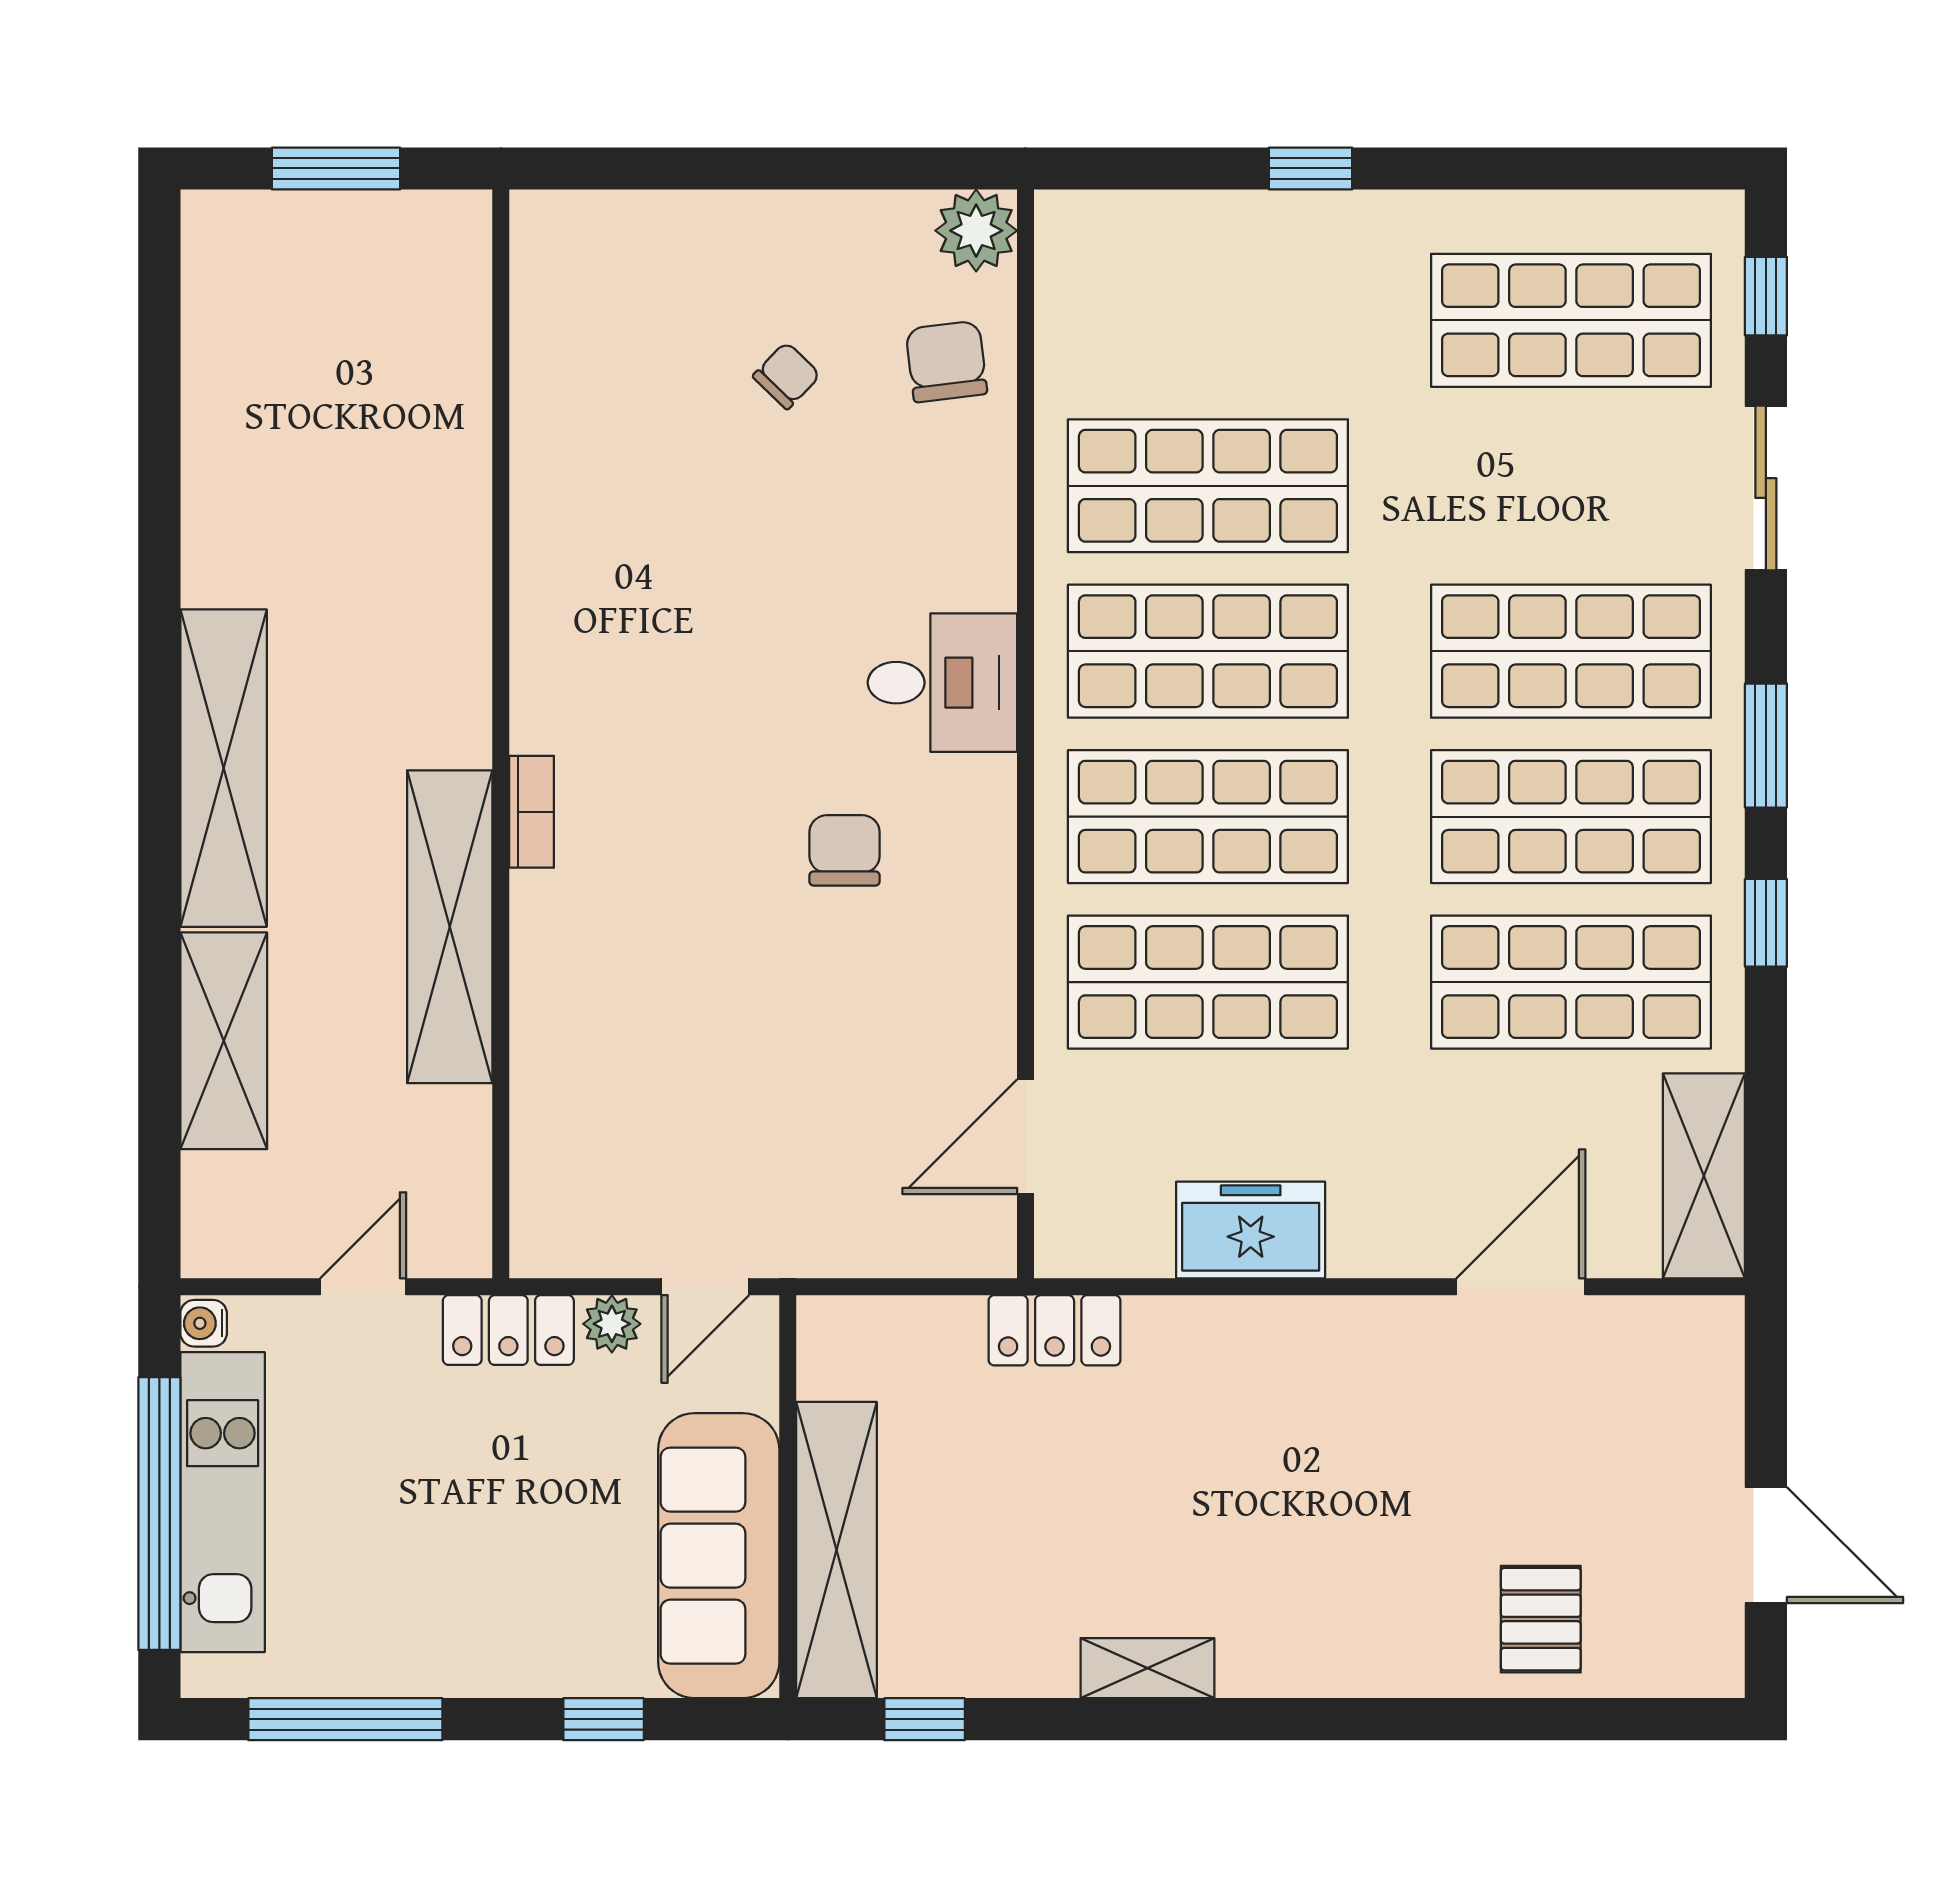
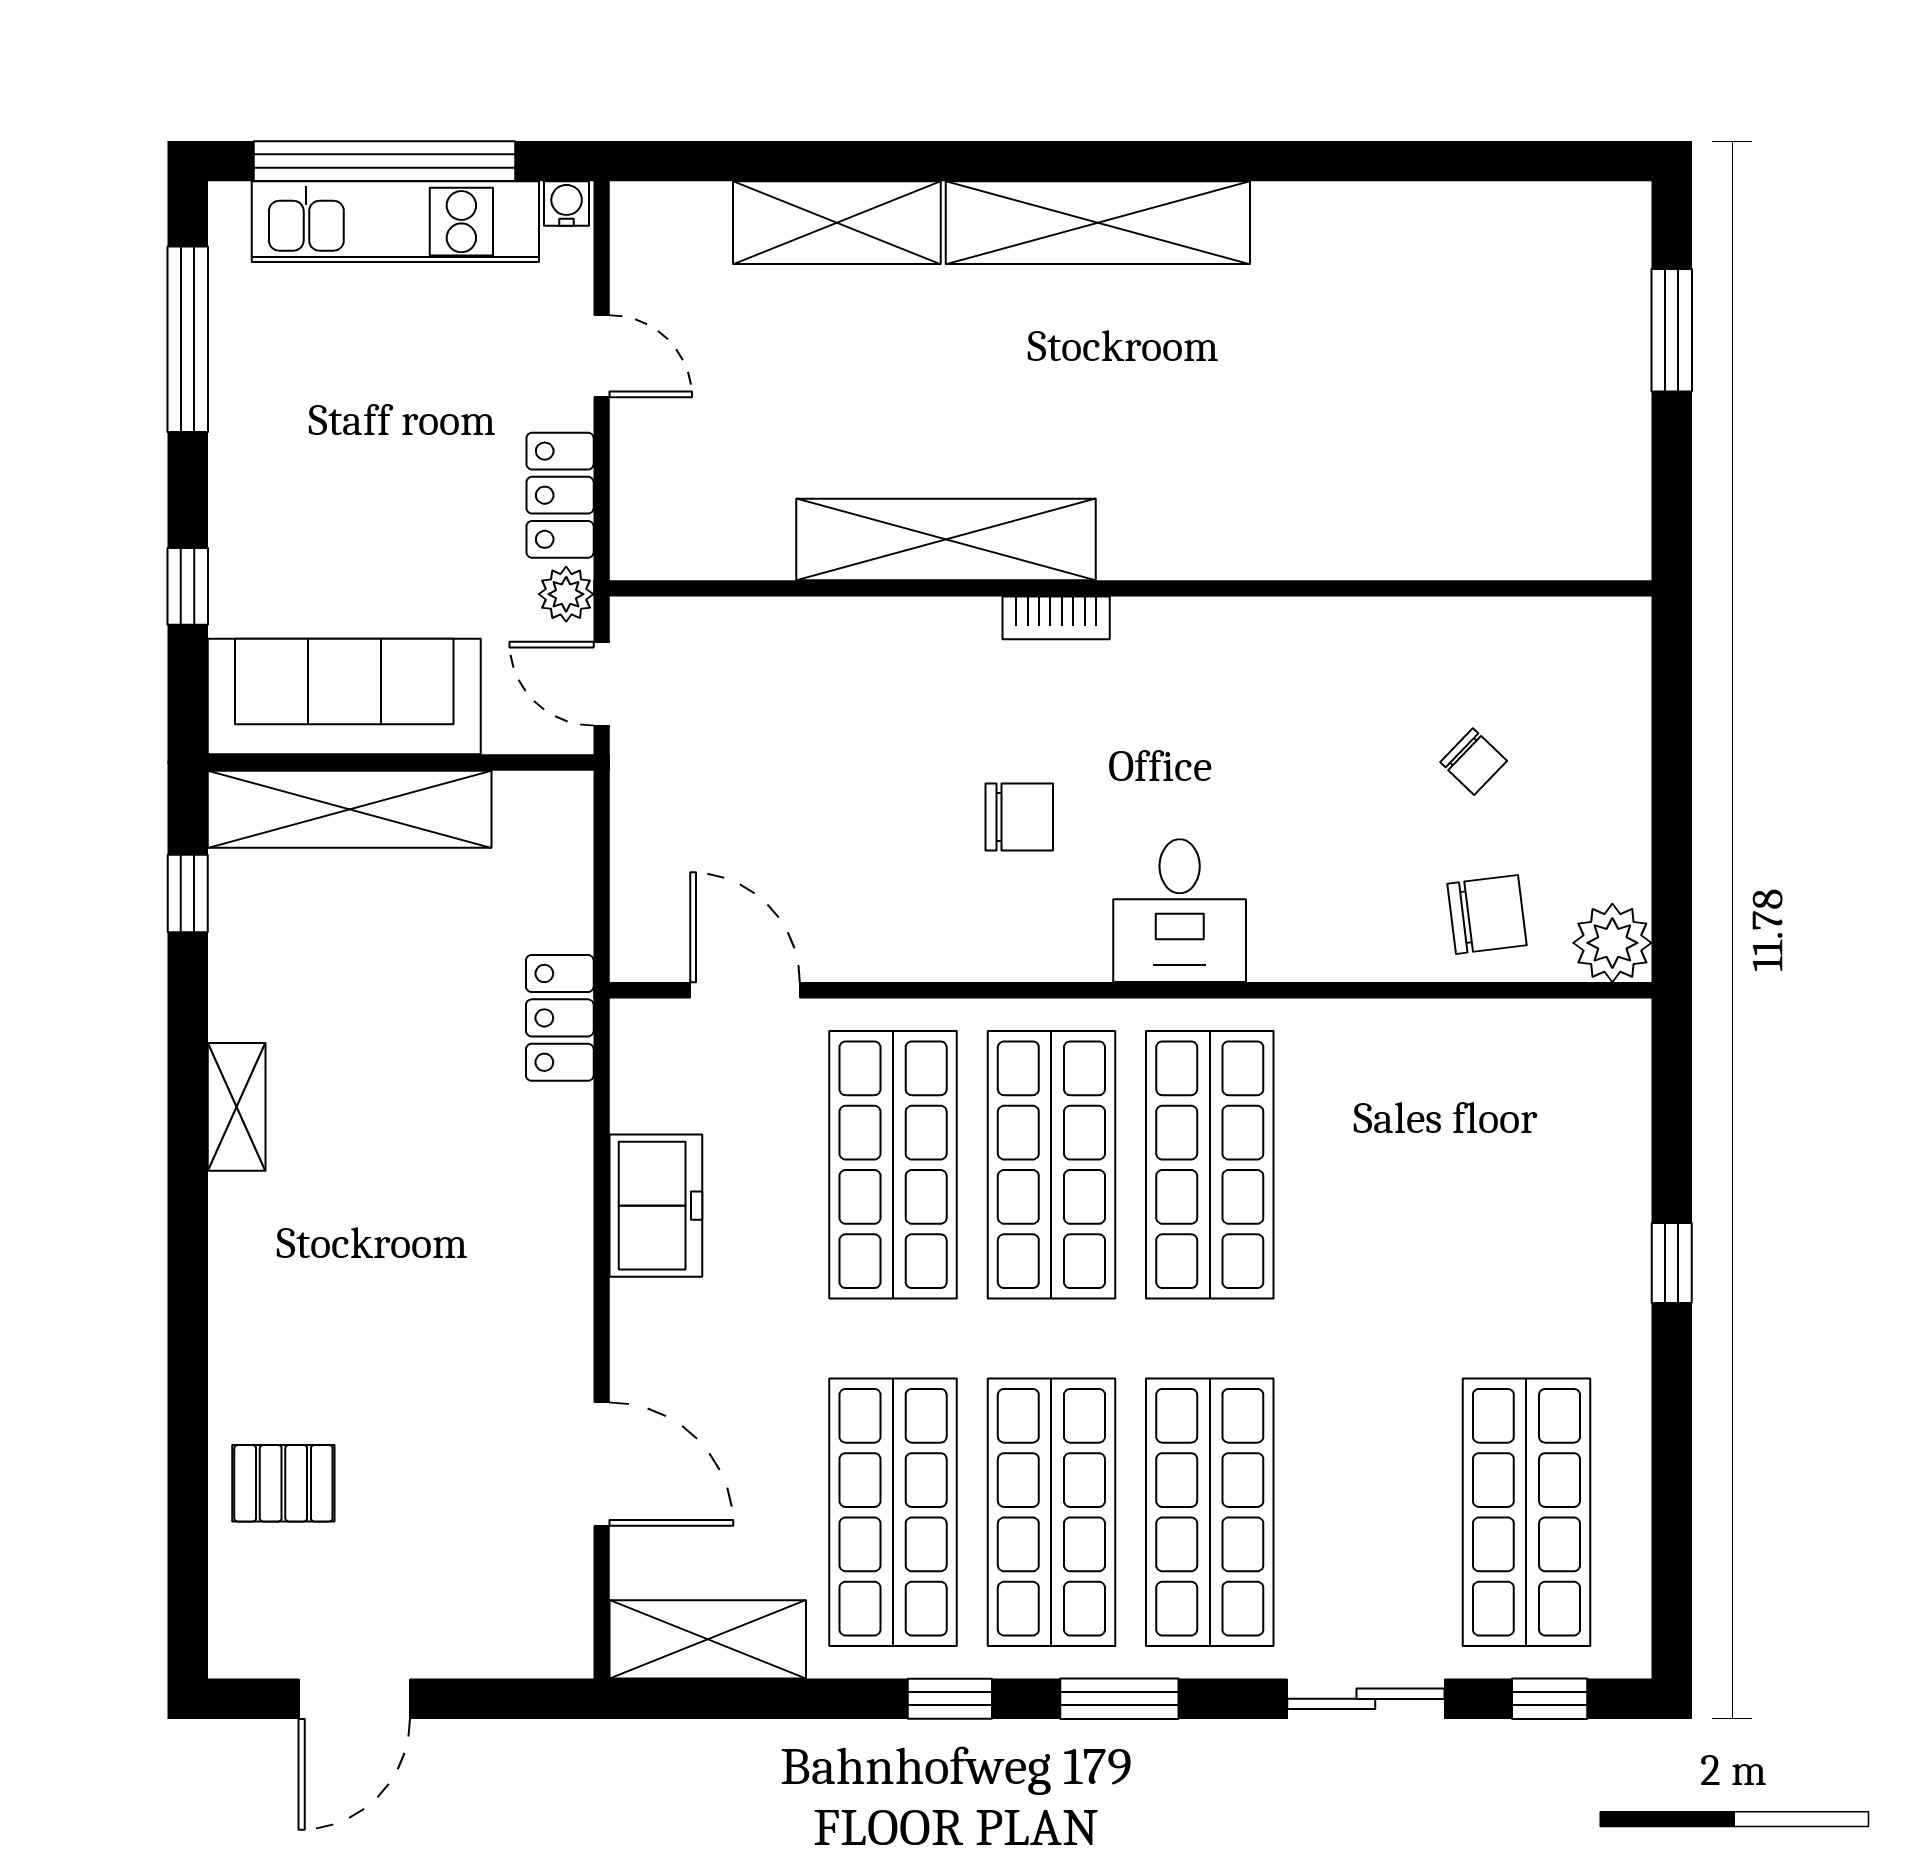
shop shelf: (1208, 486) -> (1368, 1165), removed
wall: (501, 734) -> (1131, 588), moved
bookcase: (532, 812) -> (1056, 618), moved
shelving: (450, 927) -> (946, 540), moved

